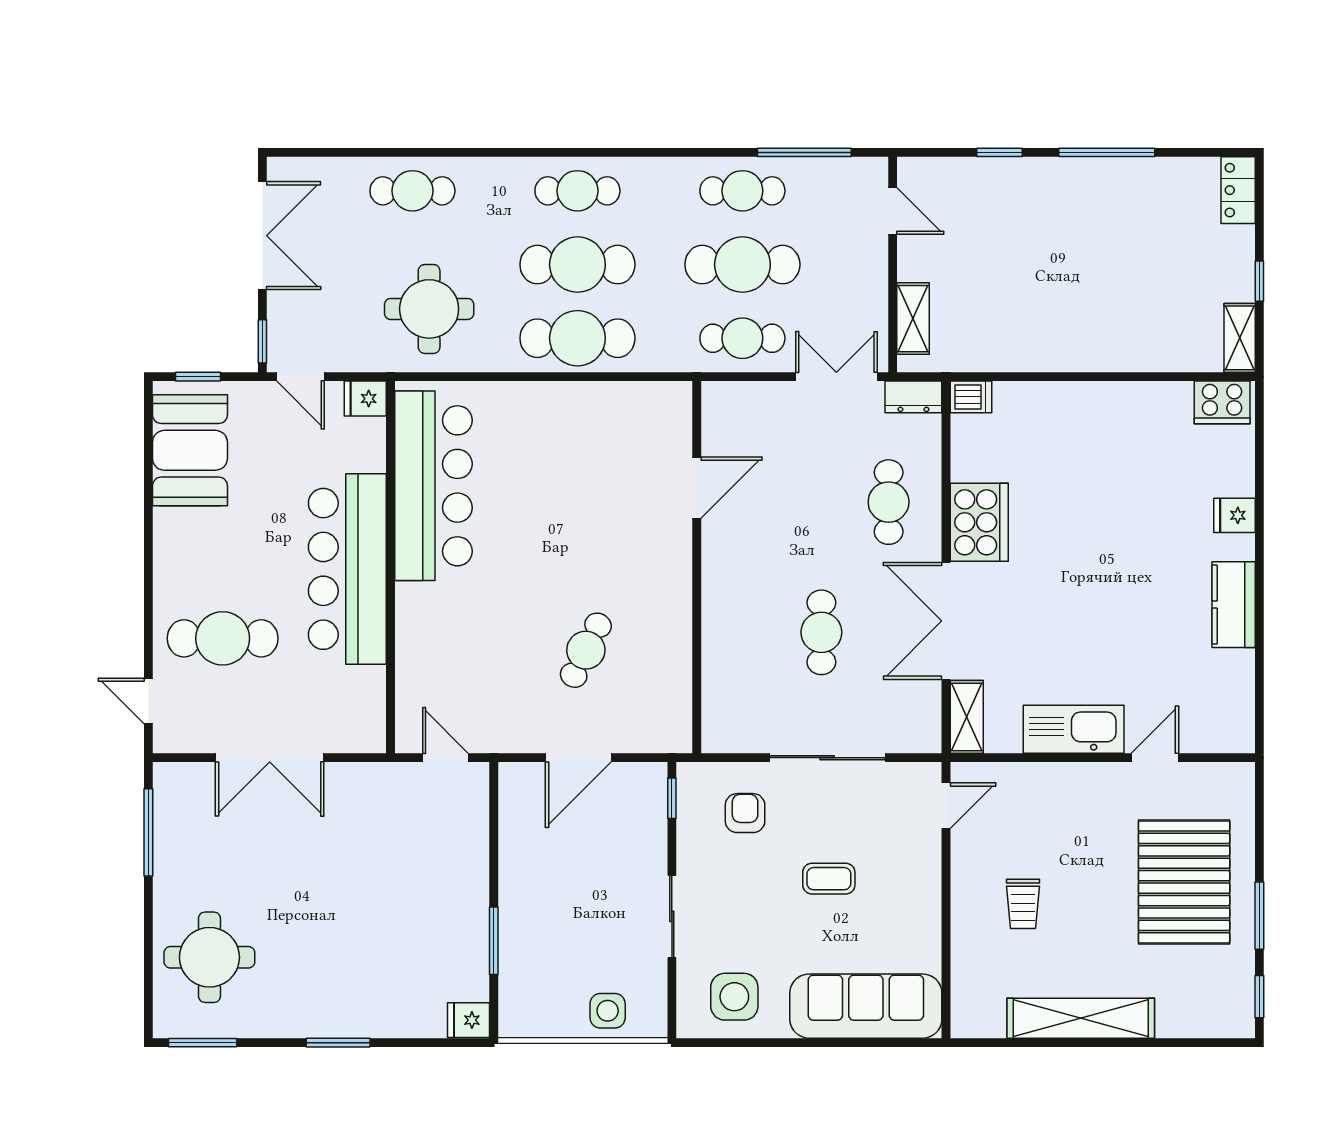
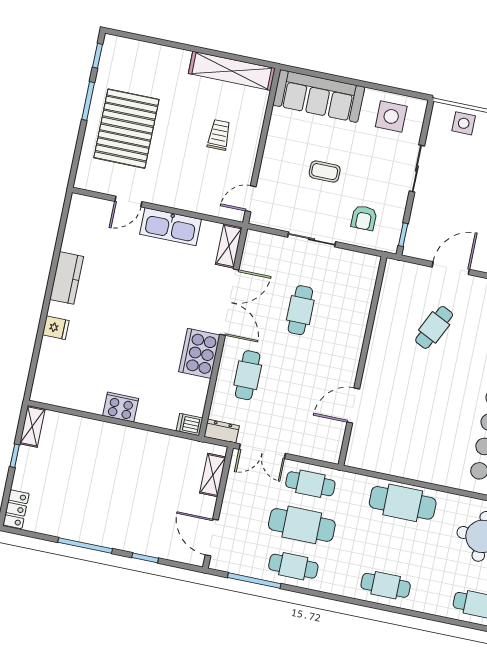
door: (893, 211) -> (212, 537), width x1.37
cafe table: (577, 265) -> (394, 544), removed
cooker: (1222, 402) -> (121, 407), moved
sliding door: (827, 758) -> (312, 239), width x0.73
shelving: (1081, 1018) -> (232, 71), moved

